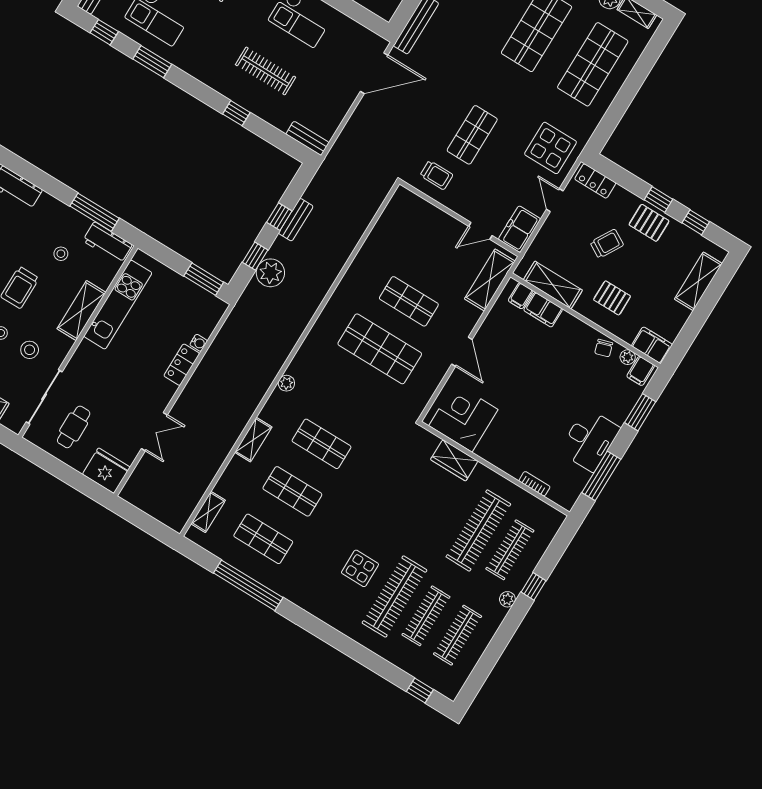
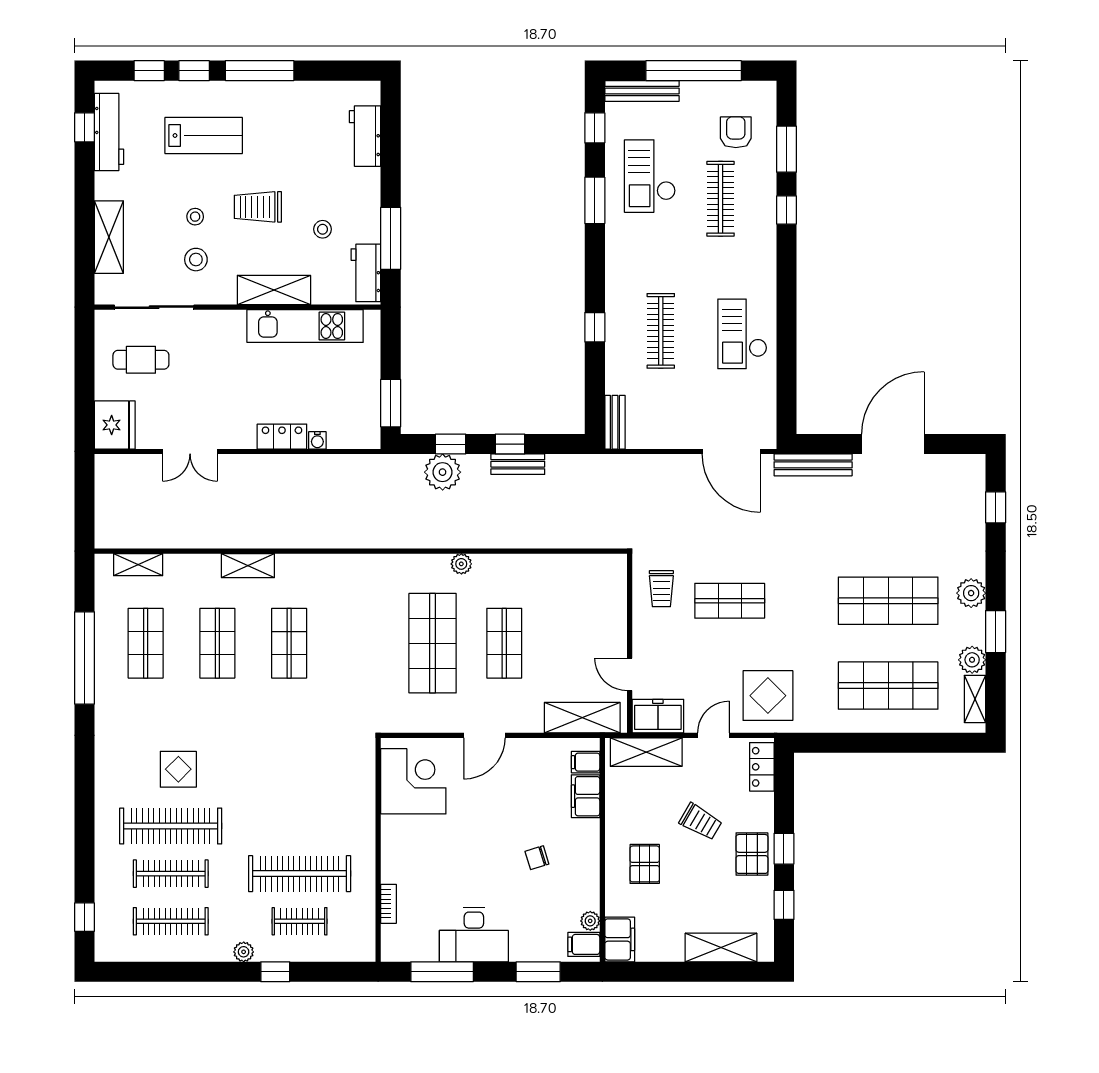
shelving: (553, 285) -> (646, 752), moved, turned 90
chair: (604, 348) -> (537, 858), moved
plant: (286, 383) -> (461, 564), moved
wardrobe: (454, 460) -> (360, 800), removed
clothes rail: (510, 550) -> (300, 921), width x0.73

